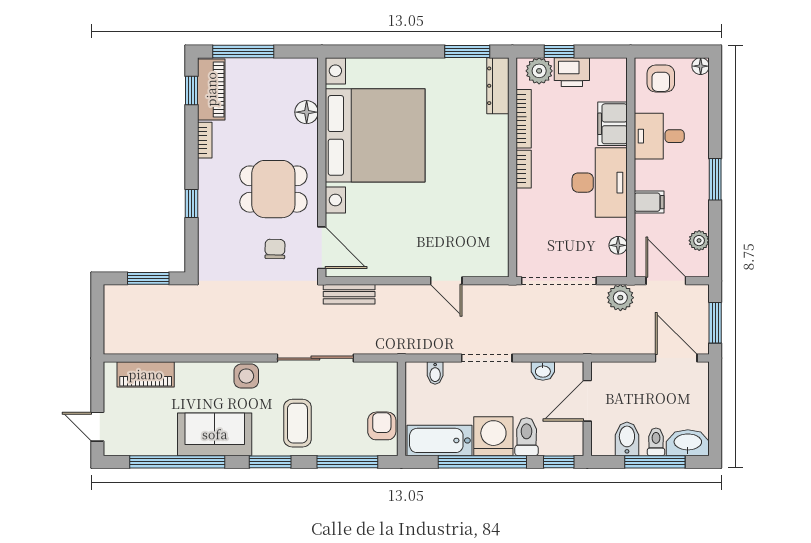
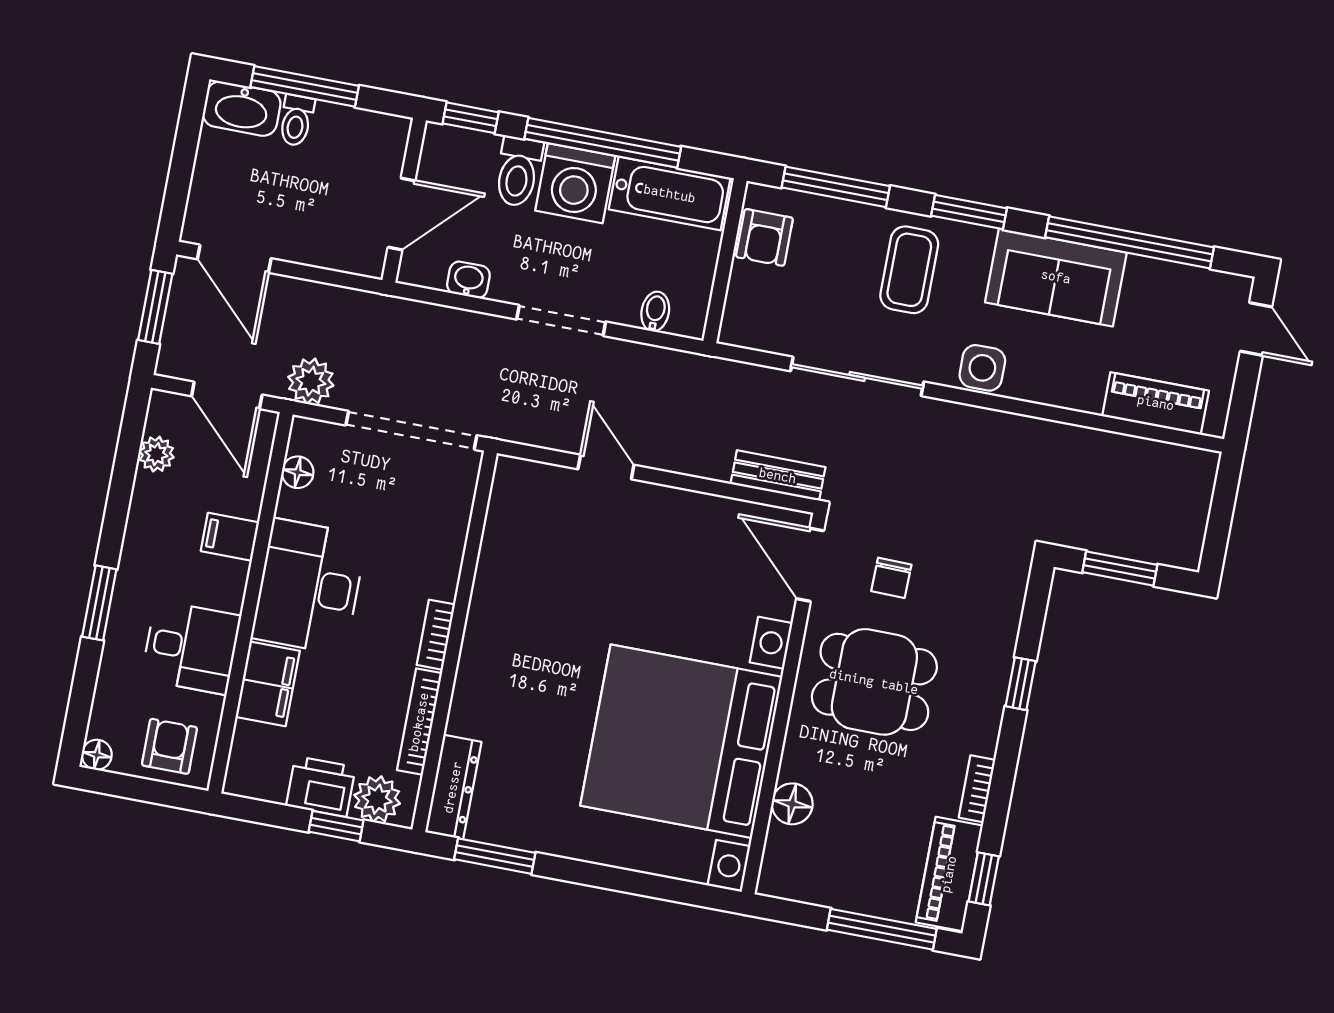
window: (715, 179) -> (99, 603), moved
bidet: (627, 439) -> (345, 135), removed

